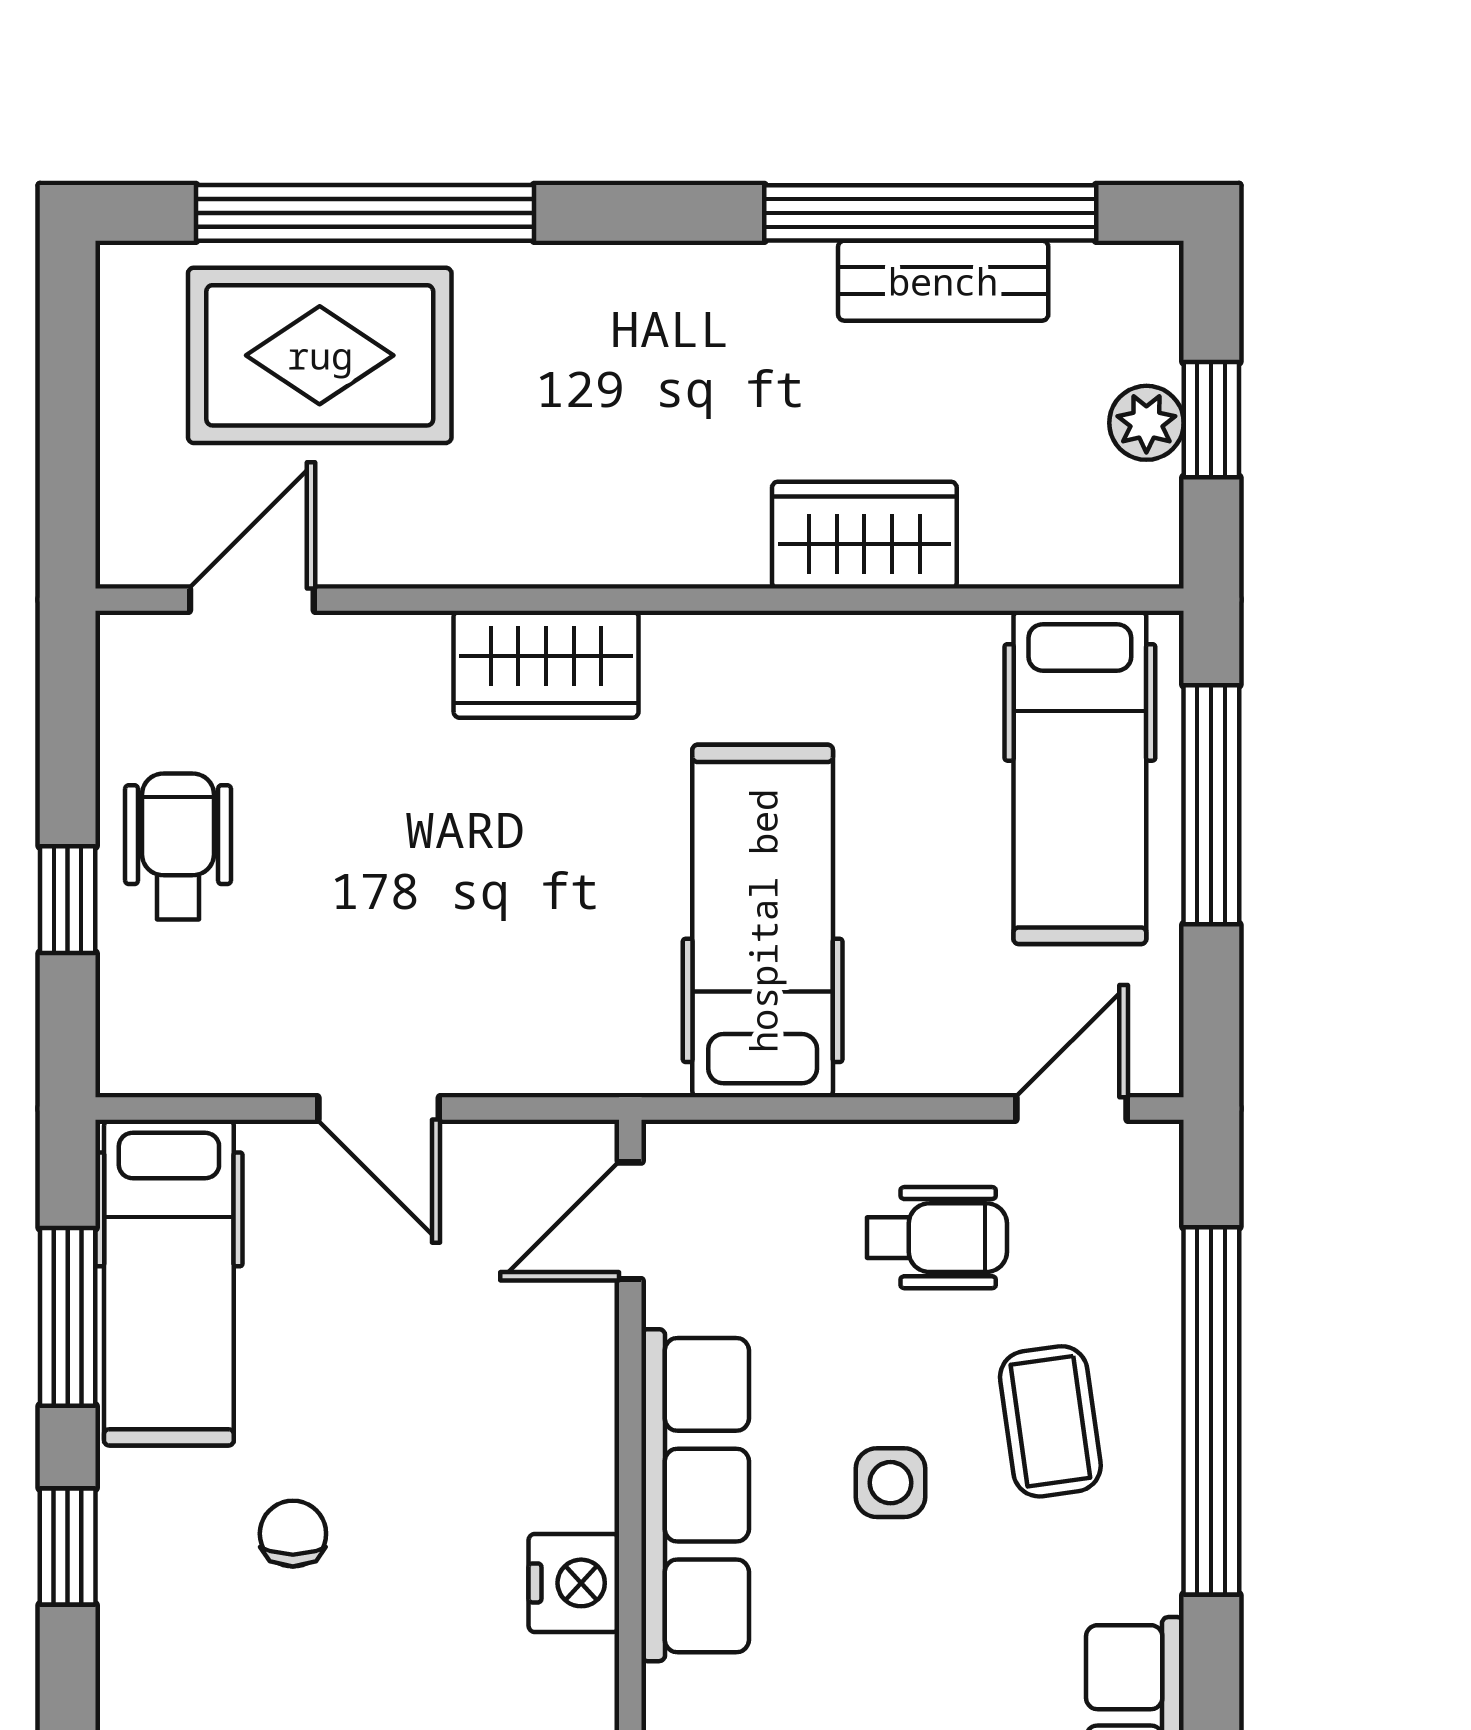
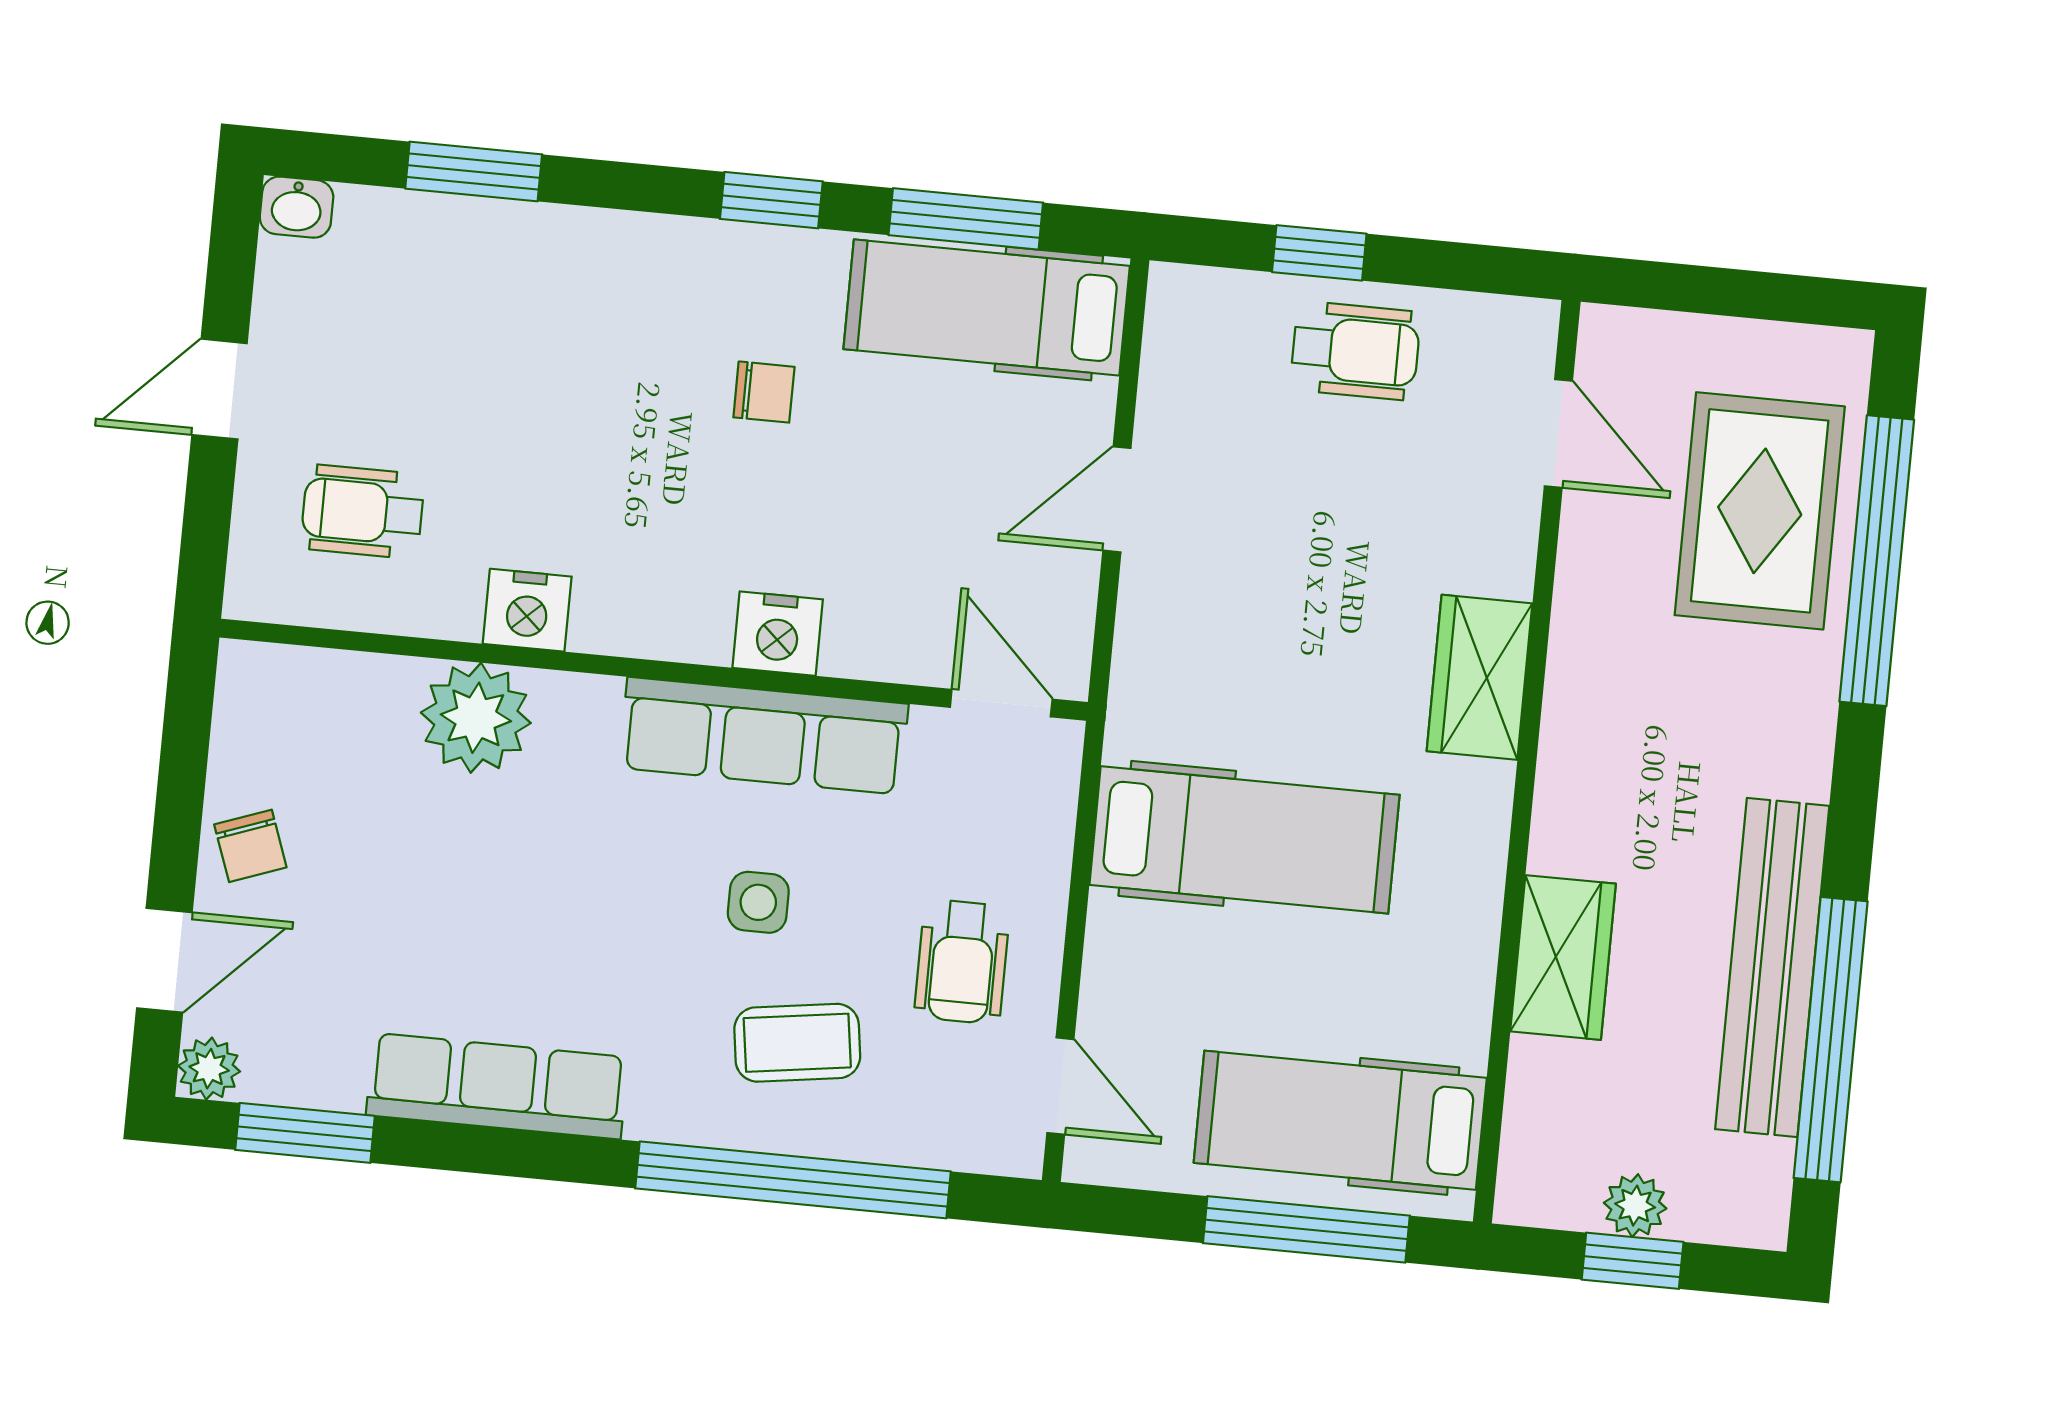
bench: (943, 281) -> (1772, 968), width x1.86, depth x1.21
nightstand: (574, 1583) -> (778, 634), moved

